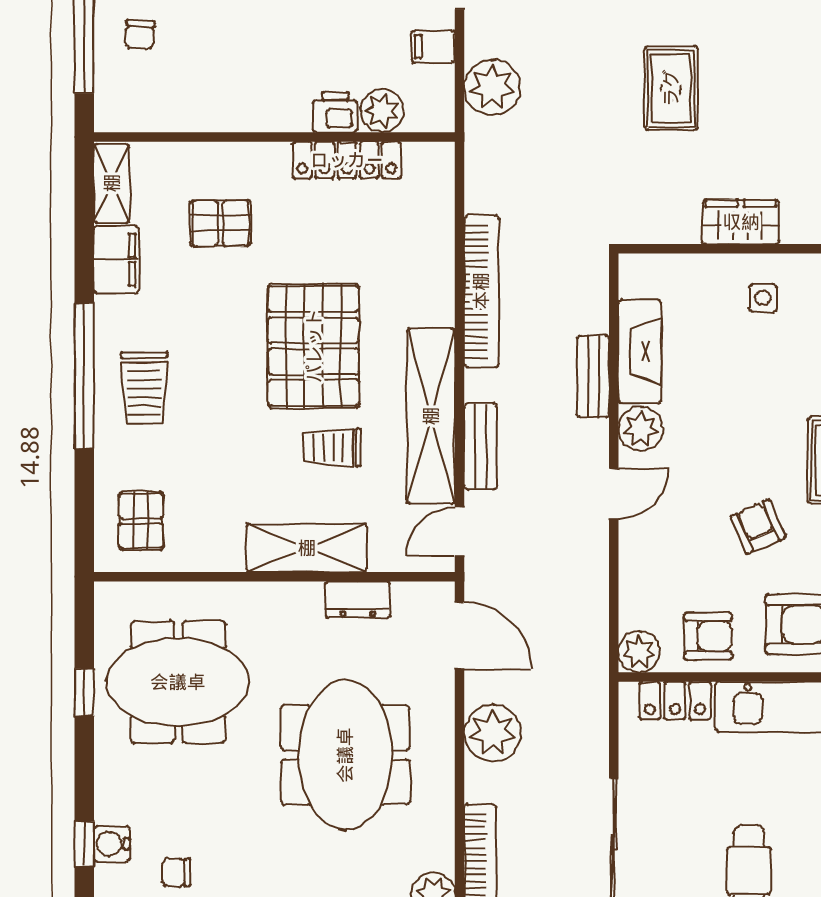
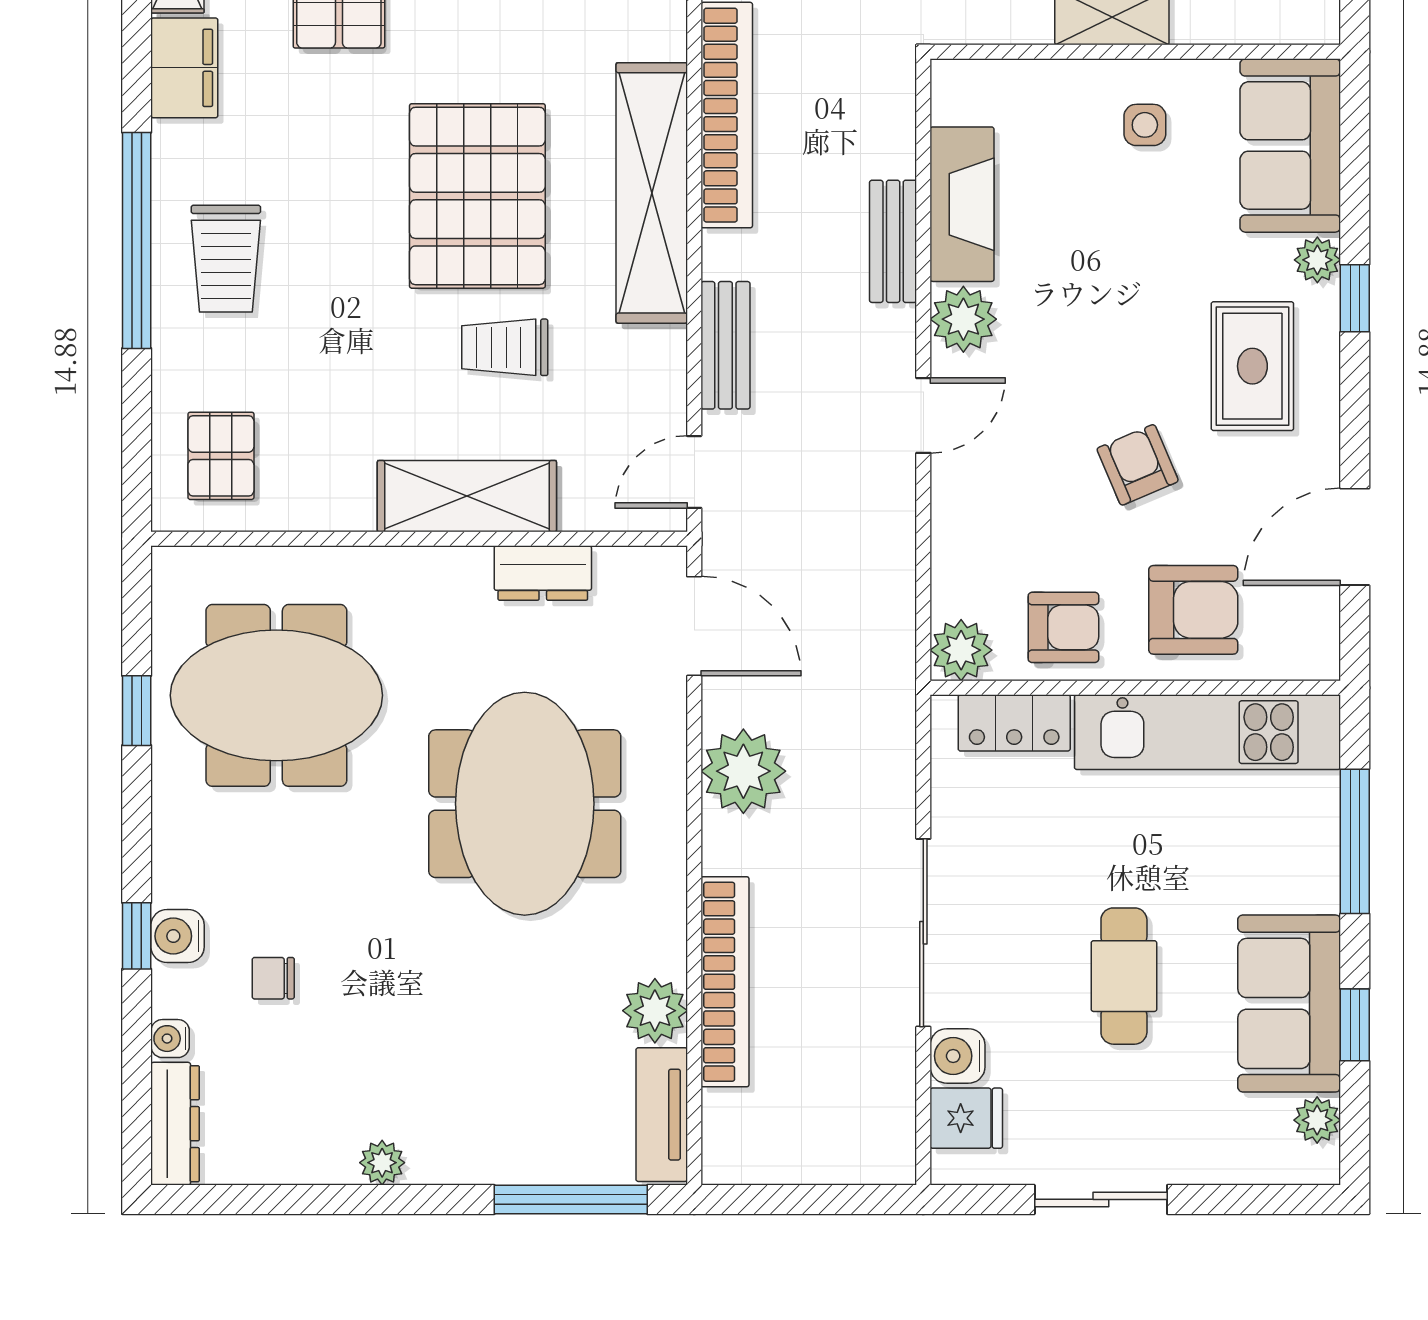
shelving: (431, 416) -> (652, 193), moved

